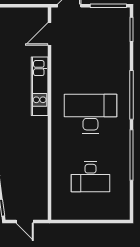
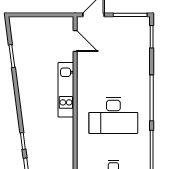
door: (50, 34) -> (75, 41), swing flipped
desk: (90, 114) -> (113, 115), turned 180

